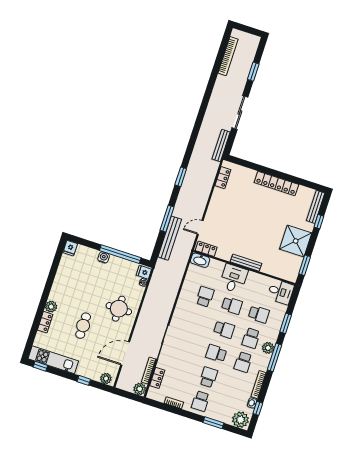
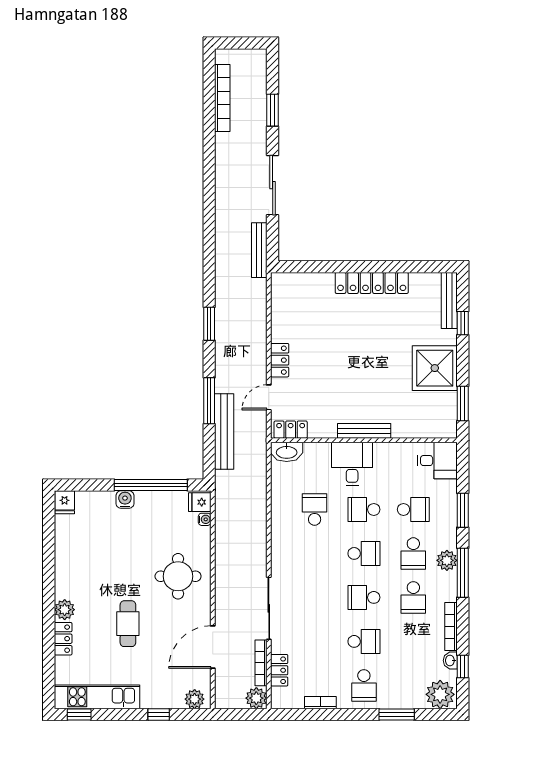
locker: (223, 178) -> (280, 360), moved
school desk: (232, 305) -> (364, 509), turned 180
school desk: (208, 377) -> (364, 641), turned 90

